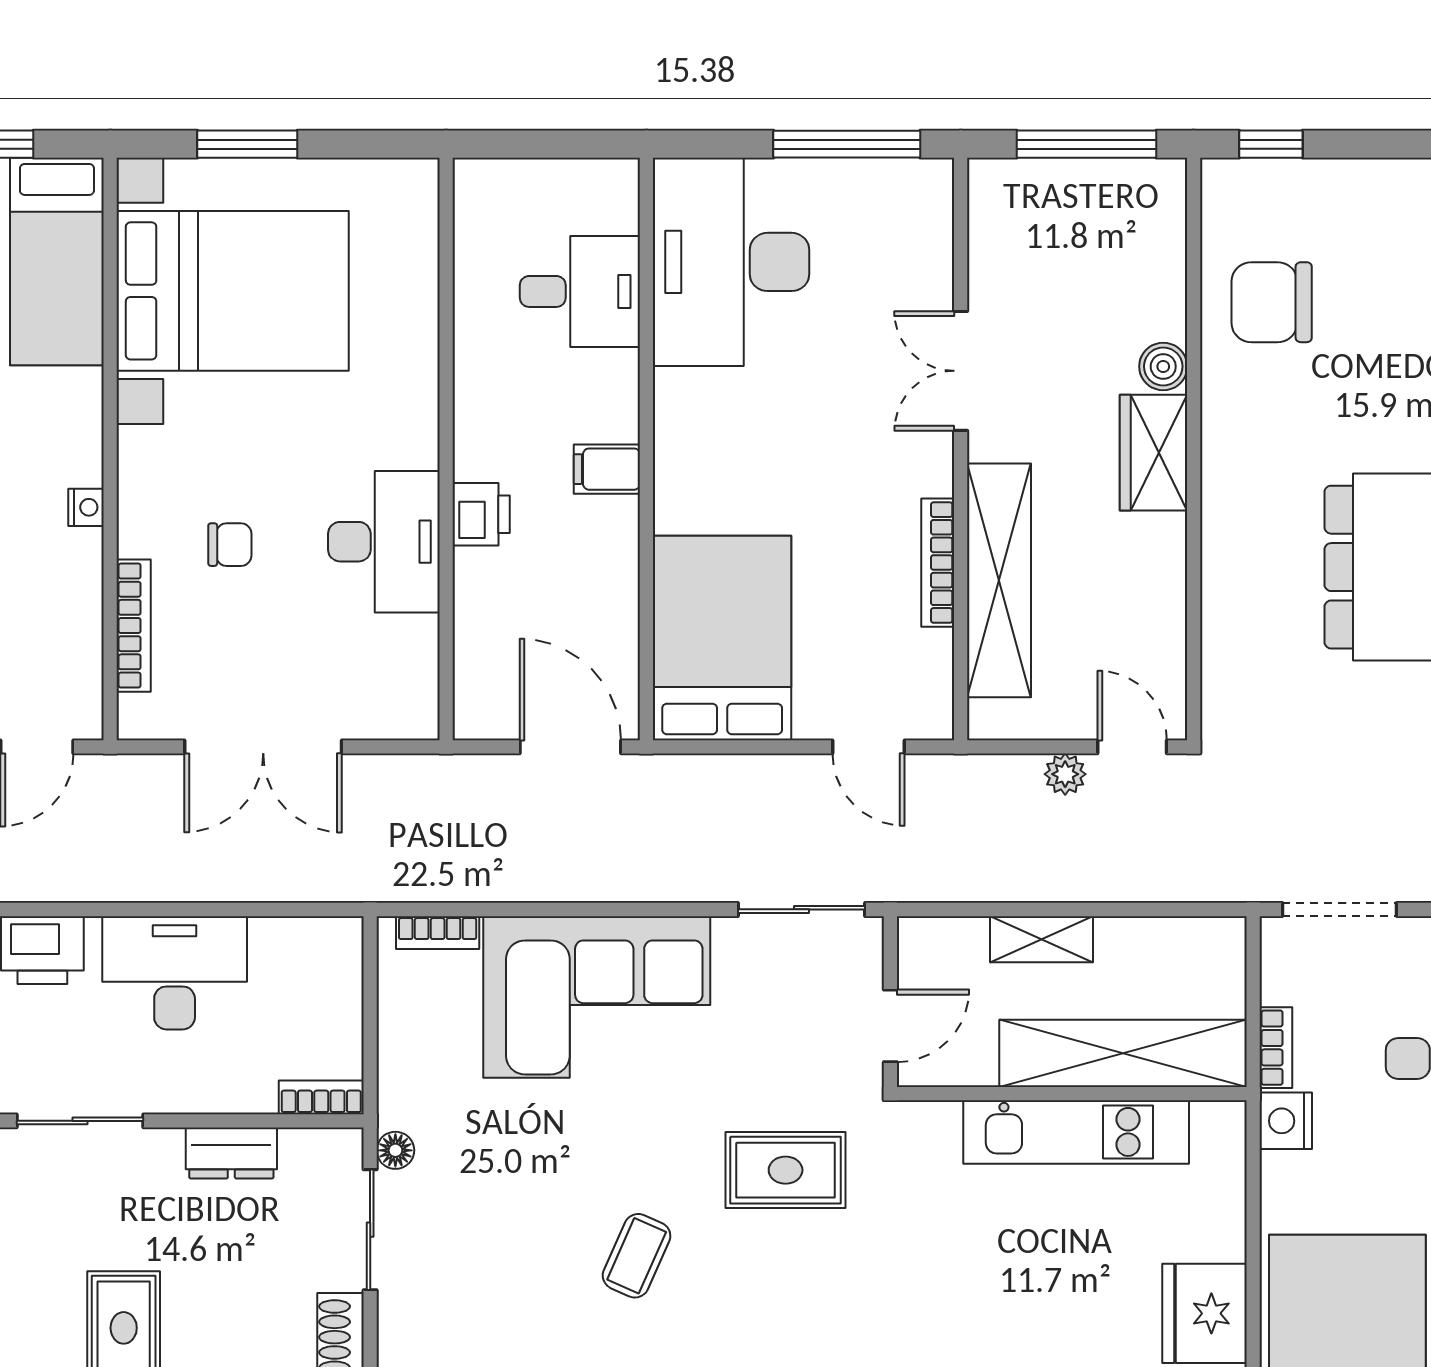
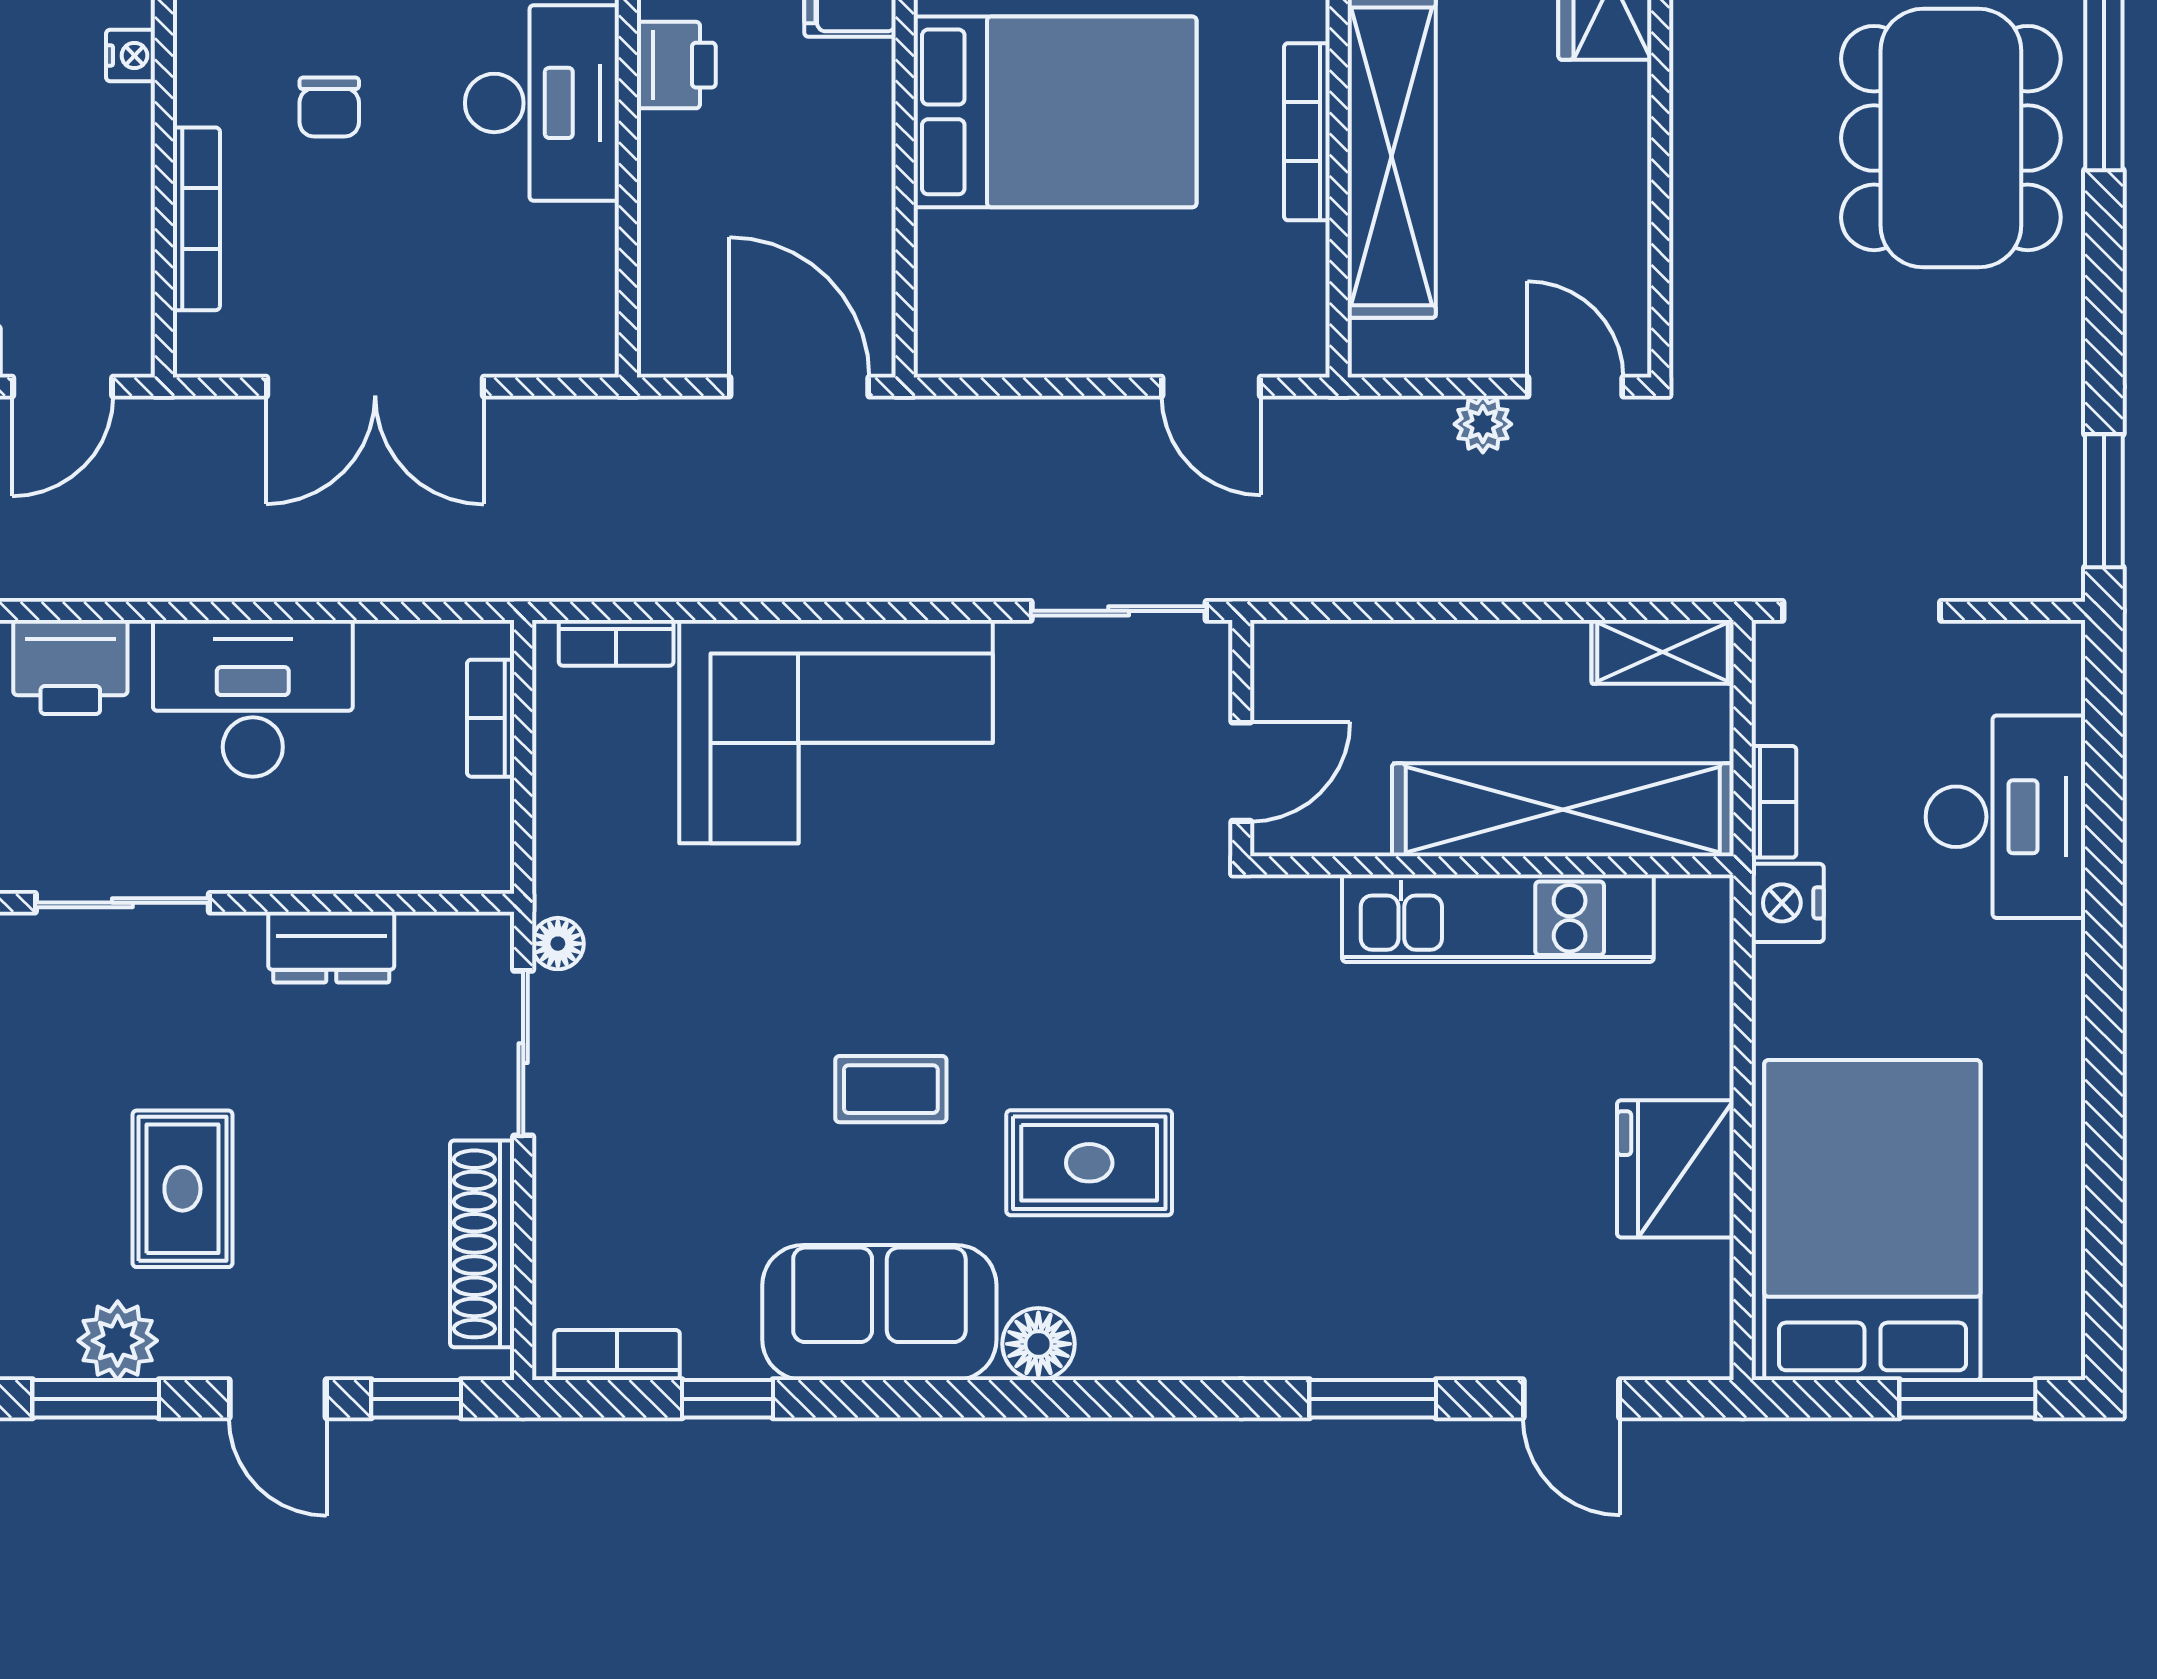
chair: (230, 545) -> (329, 107), turned 90
bed: (722, 638) -> (1055, 112), moved, turned 90
shelving: (1042, 939) -> (1663, 652), moved
bookcase: (321, 1097) -> (491, 718), moved, turned -90
rug: (786, 1170) -> (1089, 1163), moved
coffee table: (637, 1256) -> (891, 1089), turned 66

